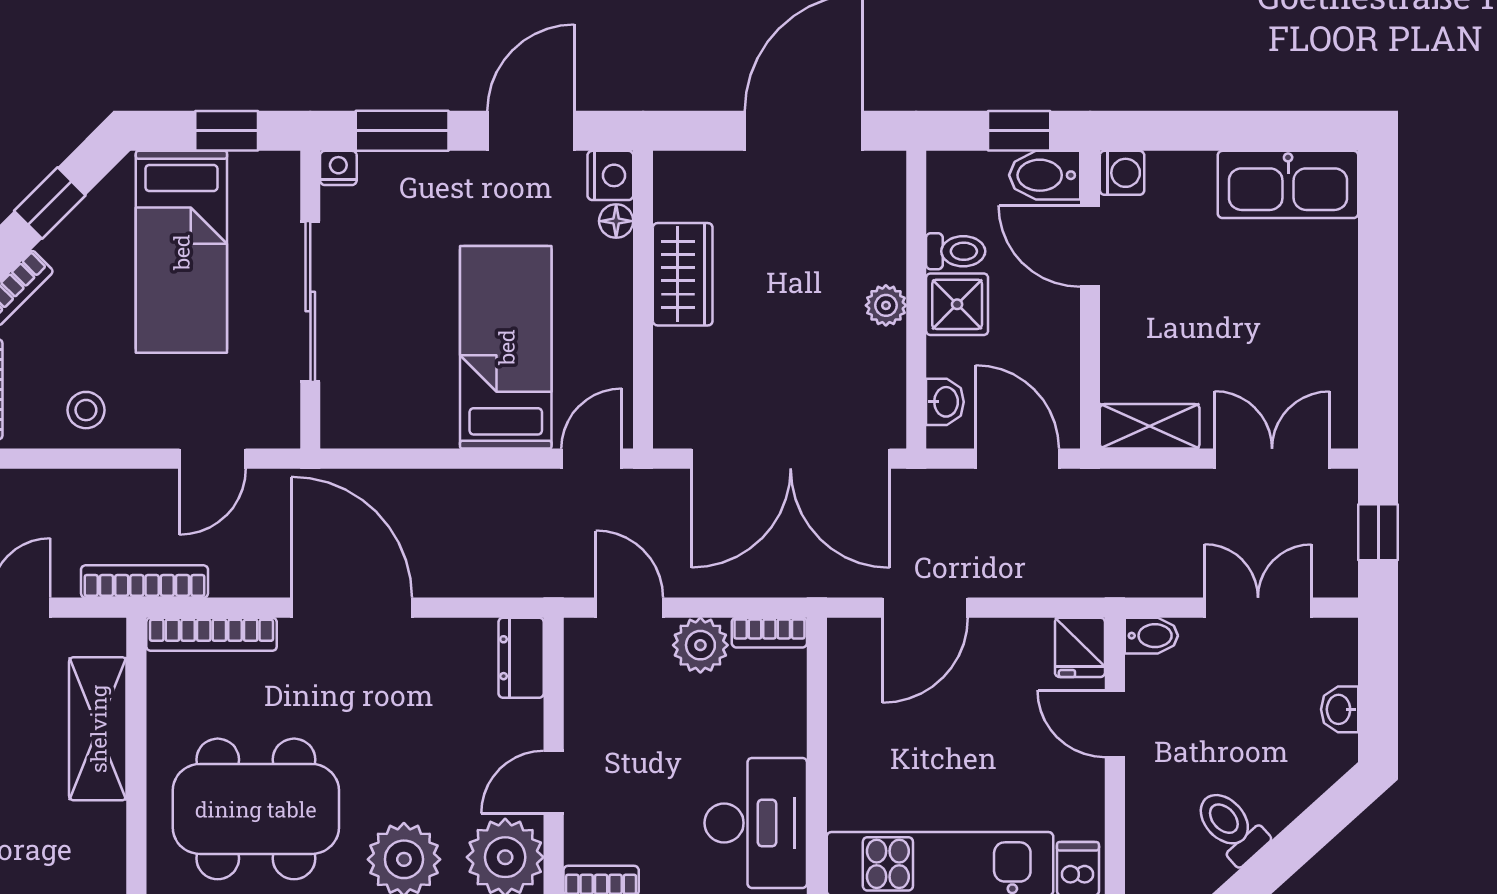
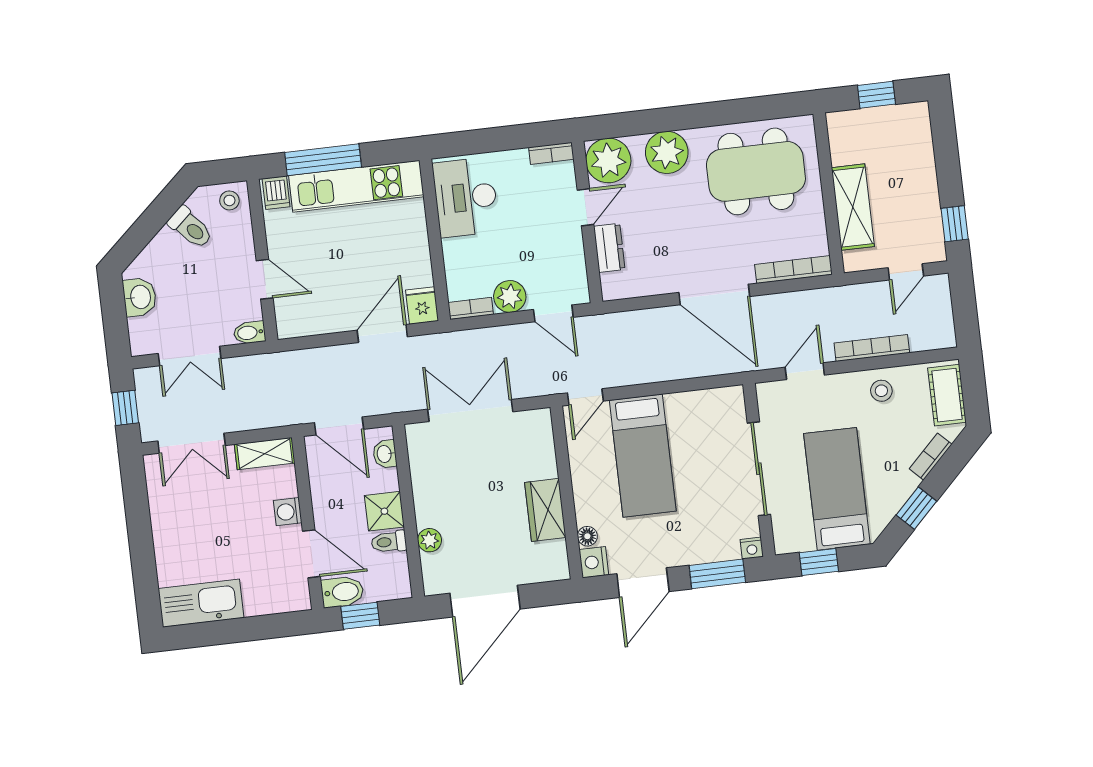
washing machine: (1122, 173) -> (288, 512), moved
plant: (886, 305) -> (430, 540), moved
double door: (791, 459) -> (470, 411), width x0.73
bookcase: (145, 581) -> (872, 348), moved, turned 180
fridge: (1080, 647) -> (422, 305), moved
dresser: (521, 658) -> (609, 248), moved
washbasin: (1340, 709) -> (140, 297), width x1.38, depth x1.45
stool: (1159, 865) -> (229, 200), added

